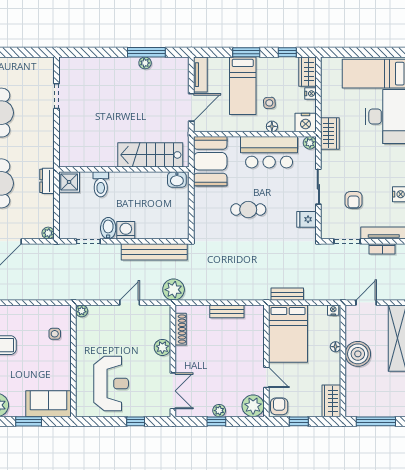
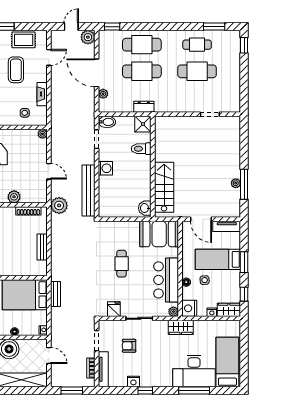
bidet: (108, 228) -> (107, 122), moved
plant: (48, 233) -> (103, 94), moved
fireplace: (31, 311) -> (42, 94), added

